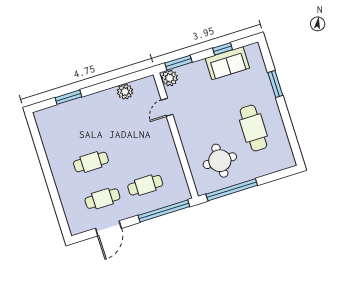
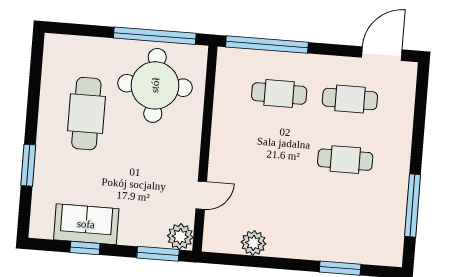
window: (41, 151) -> (413, 206), added
round table: (220, 161) -> (155, 85), width x1.36, depth x1.36
door: (108, 228) -> (382, 54), moved

